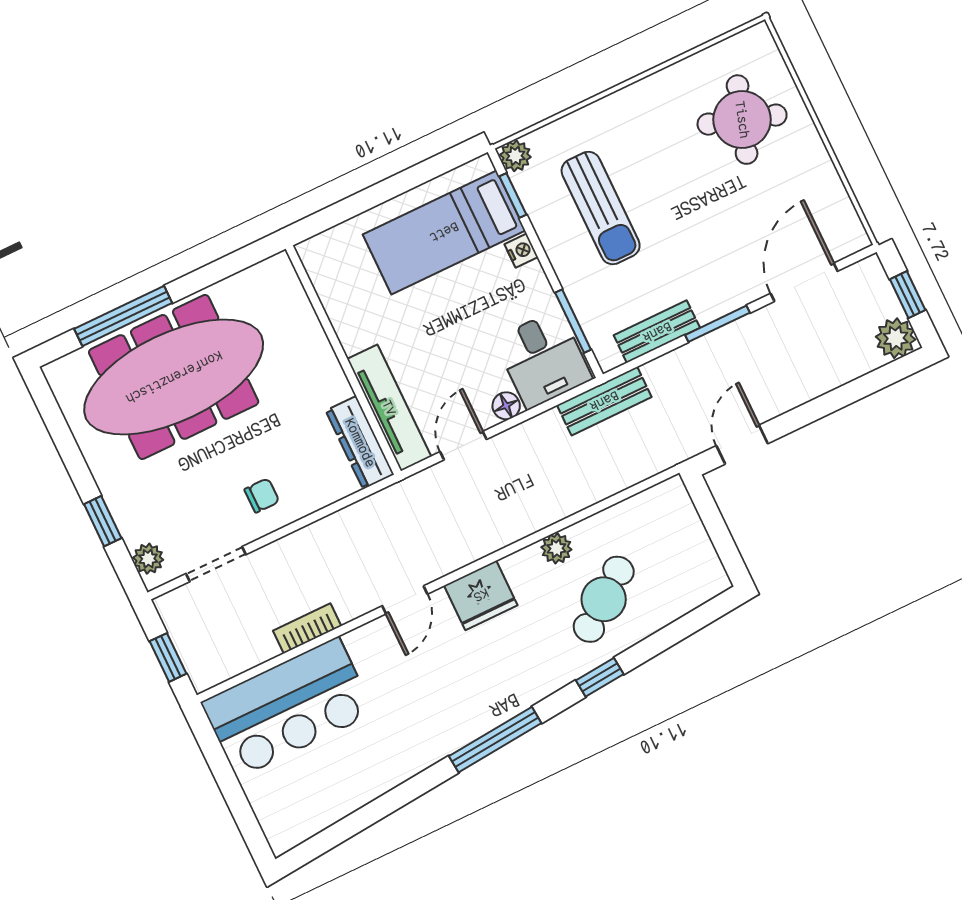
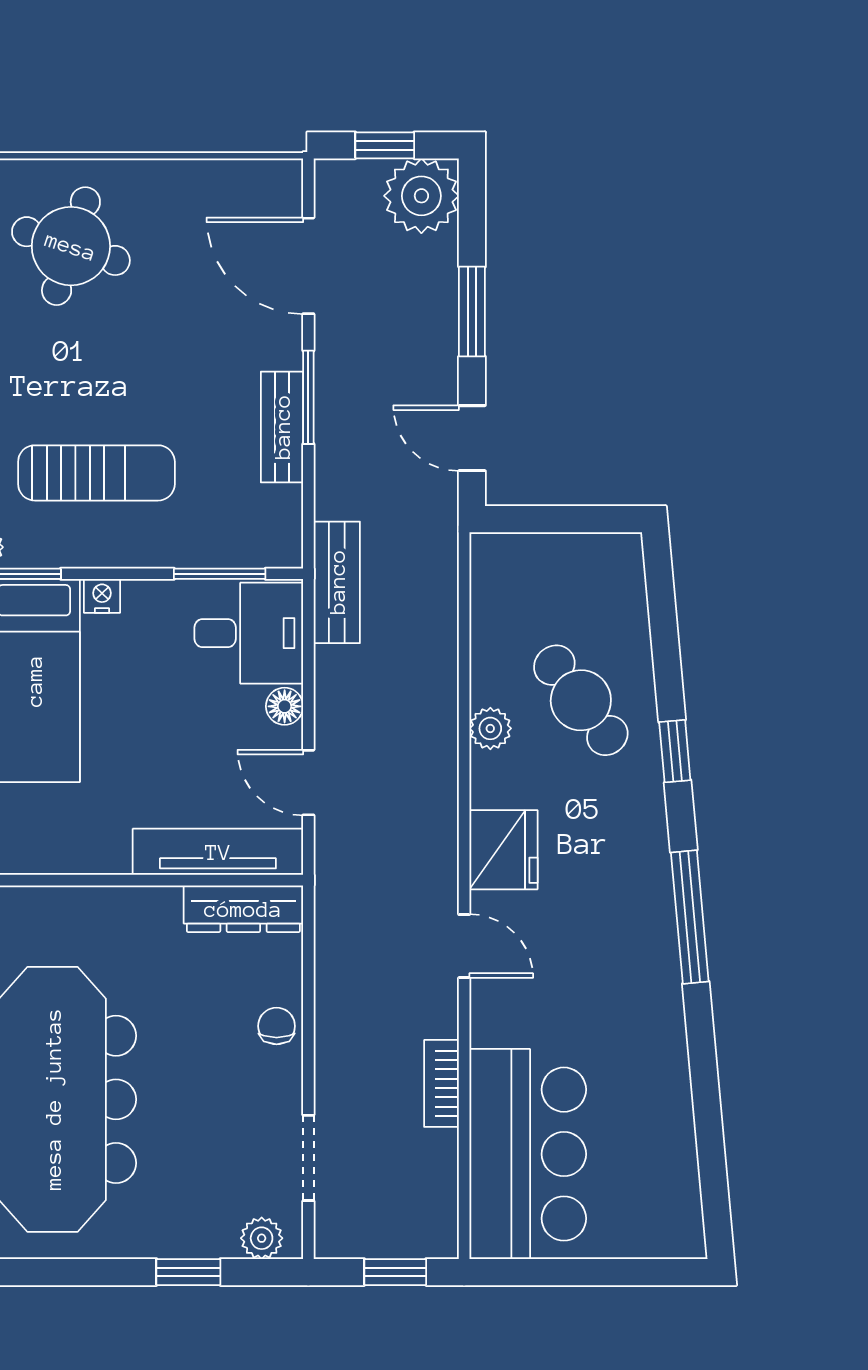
bench: (657, 332) -> (282, 427), moved
plant: (896, 338) -> (421, 196), width x1.36, depth x1.36
window: (826, 405) -> (472, 312), added
chair: (262, 495) -> (277, 1026), moved

